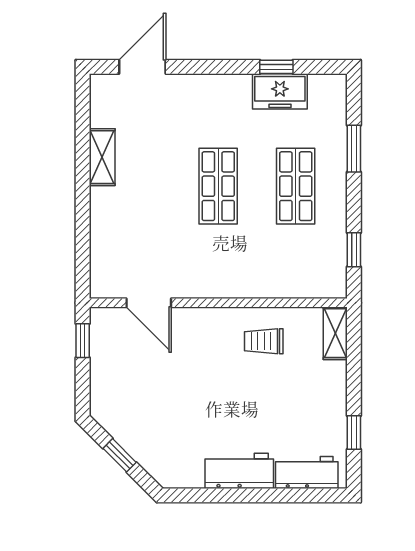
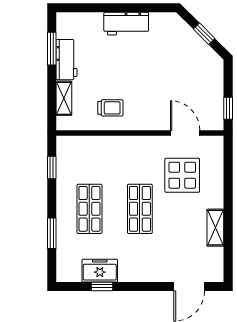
display table: (153, 238) -> (182, 175), added
shelving: (335, 333) -> (64, 98), moved
window: (354, 432) -> (52, 49), width x1.50
workbench: (307, 472) -> (67, 60), moved, turned -90

